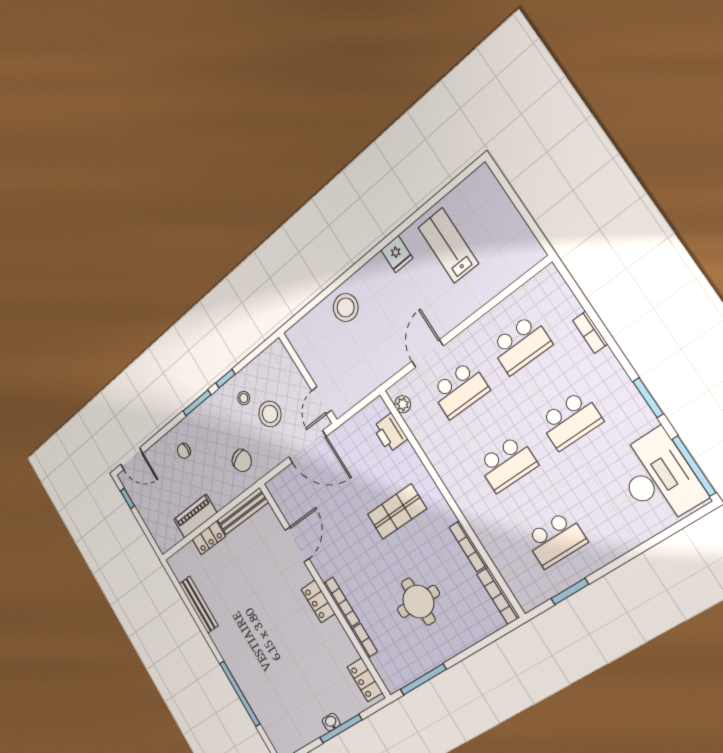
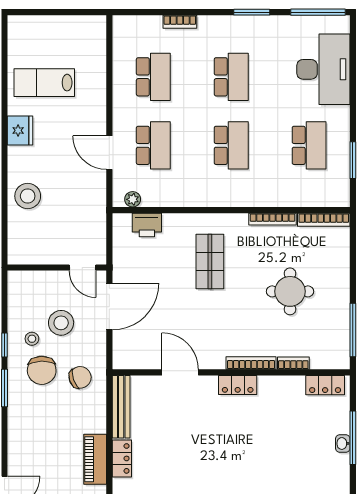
fridge: (397, 254) -> (20, 130), width x1.38
chair: (184, 451) -> (42, 370), moved, width x1.87, depth x1.87
desk: (658, 478) -> (323, 69), moved, turned 90

